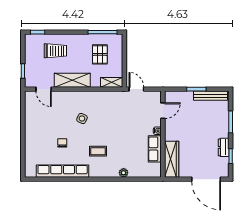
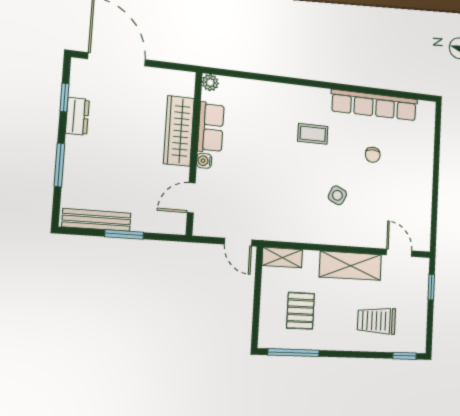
wardrobe: (172, 159) -> (179, 131), moved
plant: (124, 173) -> (210, 83), moved

